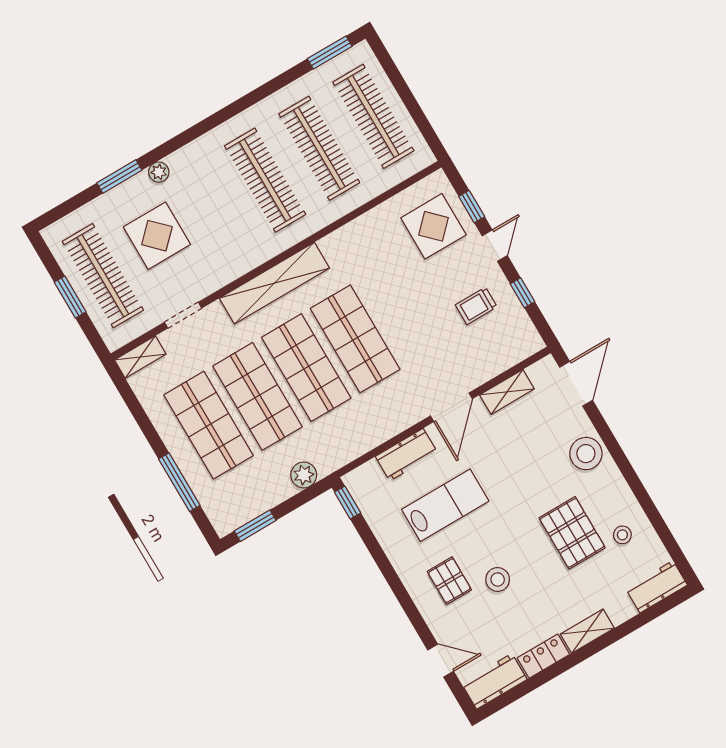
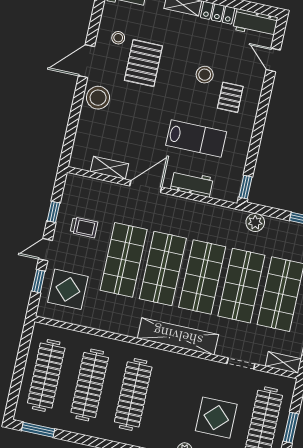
shop shelf: (404, 310) -> (124, 260), added
door: (576, 384) -> (86, 61), moved
lab bench: (445, 505) -> (196, 138), turned 180

